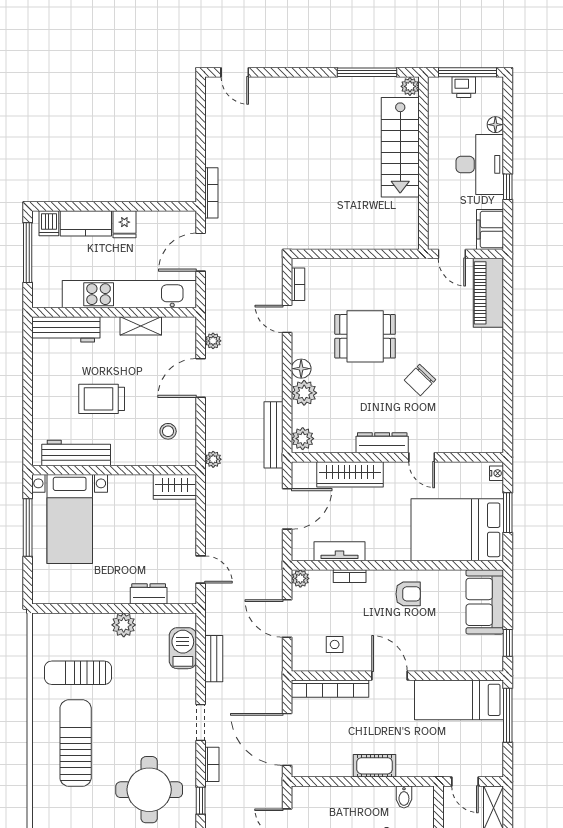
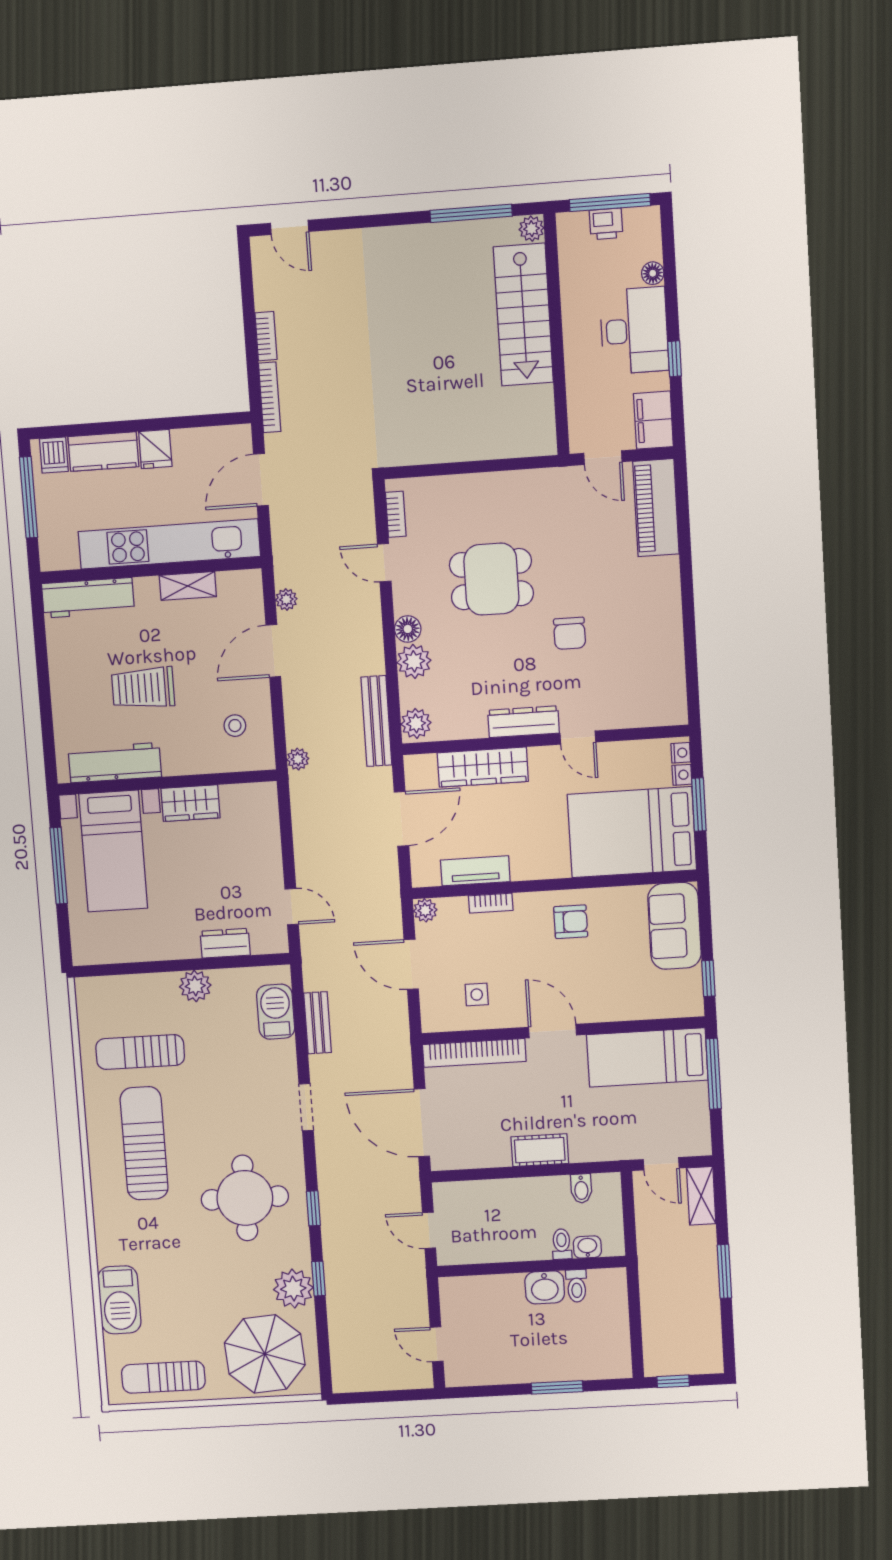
chair: (420, 380) -> (570, 633), turned -44
wardrobe: (175, 487) -> (190, 803), moved
nightstand: (496, 490) -> (682, 775), added
bookcase: (212, 764) -> (266, 336), moved

